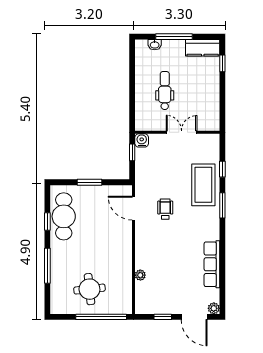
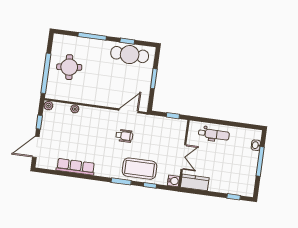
kitchen counter: (203, 48) -> (195, 182), moved, turned 90
dental chair: (165, 91) -> (214, 134), moved
water cooler: (142, 140) -> (174, 181), moved
plant: (214, 308) -> (48, 106), moved

